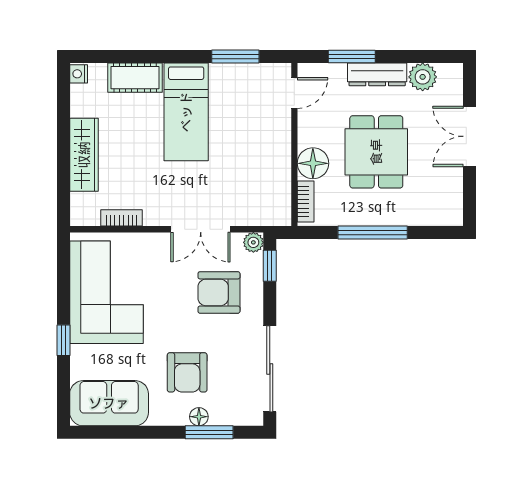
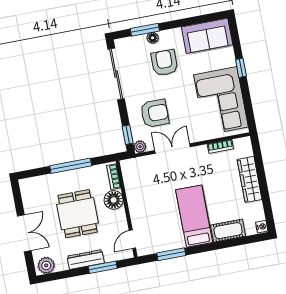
plant: (423, 77) -> (46, 265), moved

